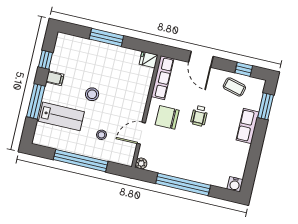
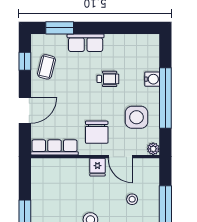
fridge: (149, 60) -> (97, 167), moved
wheelchair: (199, 116) -> (108, 79), moved
side table: (172, 155) -> (136, 117), added
water cooler: (235, 184) -> (152, 79), moved

